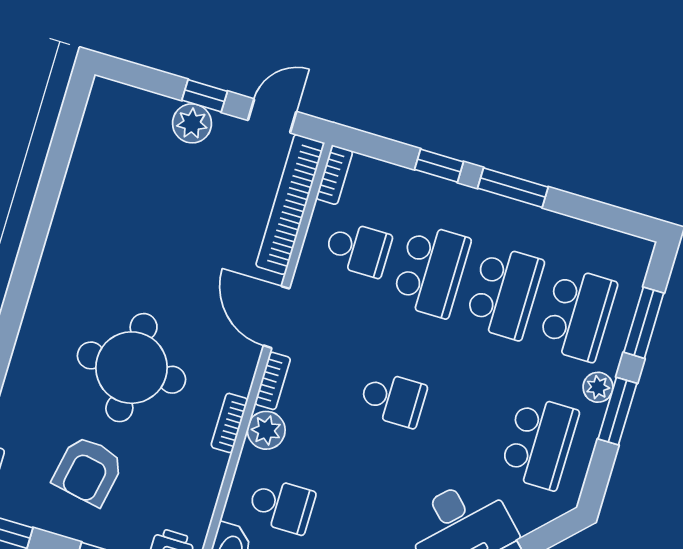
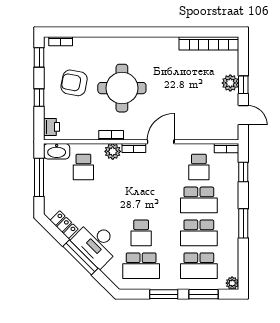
window: (439, 166) -> (243, 172), moved
bookcase: (290, 204) -> (209, 43), moved, turned 180
plant: (598, 387) -> (232, 283), moved
school desk: (393, 399) -> (141, 233), moved

